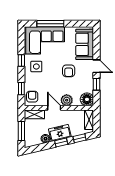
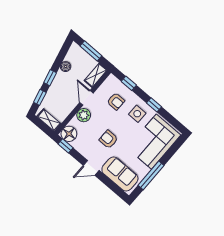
window: (50, 24) -> (151, 175), moved
window: (97, 84) -> (66, 146), moved
armchair: (32, 97) -> (116, 101), moved
door: (54, 108) -> (86, 98), swing flipped
freezer: (60, 133) -> (60, 84), removed

